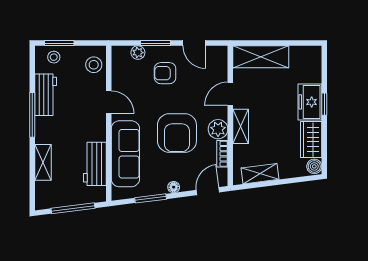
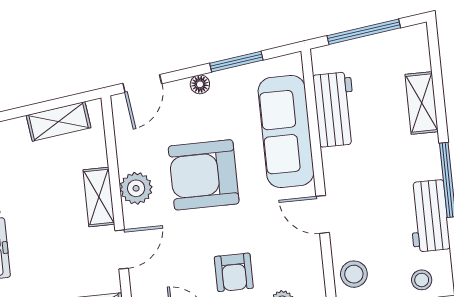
armchair: (165, 73) -> (234, 272), turned 90
armchair: (177, 133) -> (204, 175), turned -90
bookcase: (222, 154) -> (125, 148), removed

